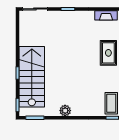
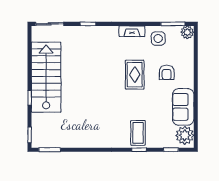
stairs: (32, 77) -> (46, 77), moved
plant: (65, 111) -> (85, 141), removed

